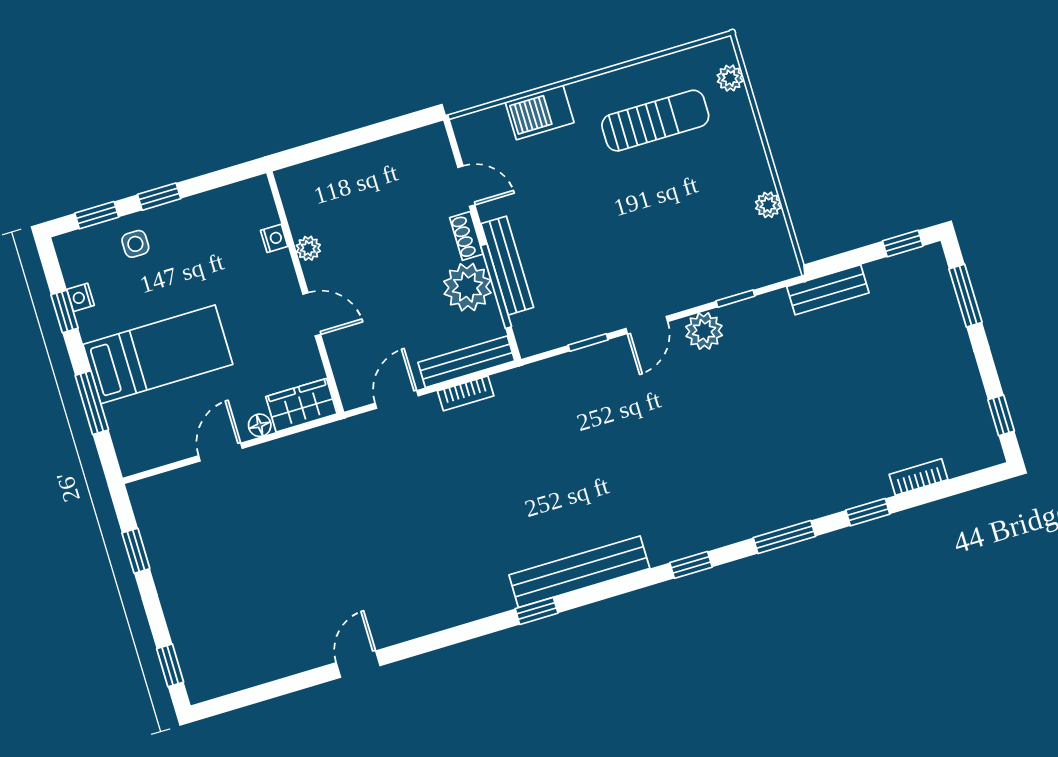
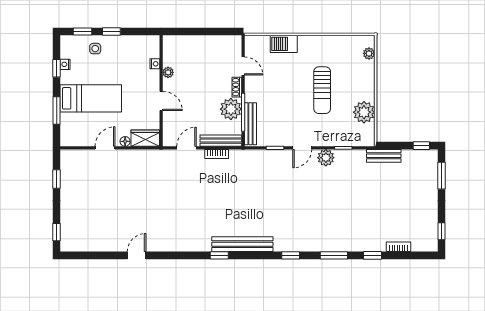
sun lounger: (655, 121) -> (322, 90), moved, turned 90
plant: (768, 205) -> (364, 112), width x1.87, depth x1.87
bench: (507, 266) -> (251, 124), moved

